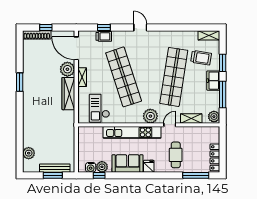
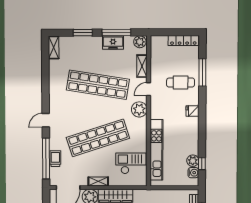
window: (104, 27) -> (46, 159), width x3.17
trolley: (201, 58) -> (77, 56), removed
freezer: (213, 81) -> (113, 43), moved
checkout: (99, 108) -> (131, 163), turned 180
door: (170, 125) -> (149, 89), hinge flipped
kitchen unit: (132, 132) -> (156, 150), moved
sofa: (128, 163) -> (189, 134), removed
window: (196, 175) -> (202, 72), moved

